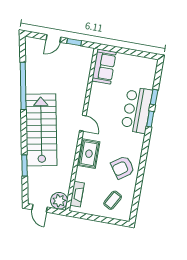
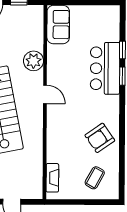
rug: (89, 154) -> (58, 129), removed
plant: (59, 201) -> (33, 61), moved

